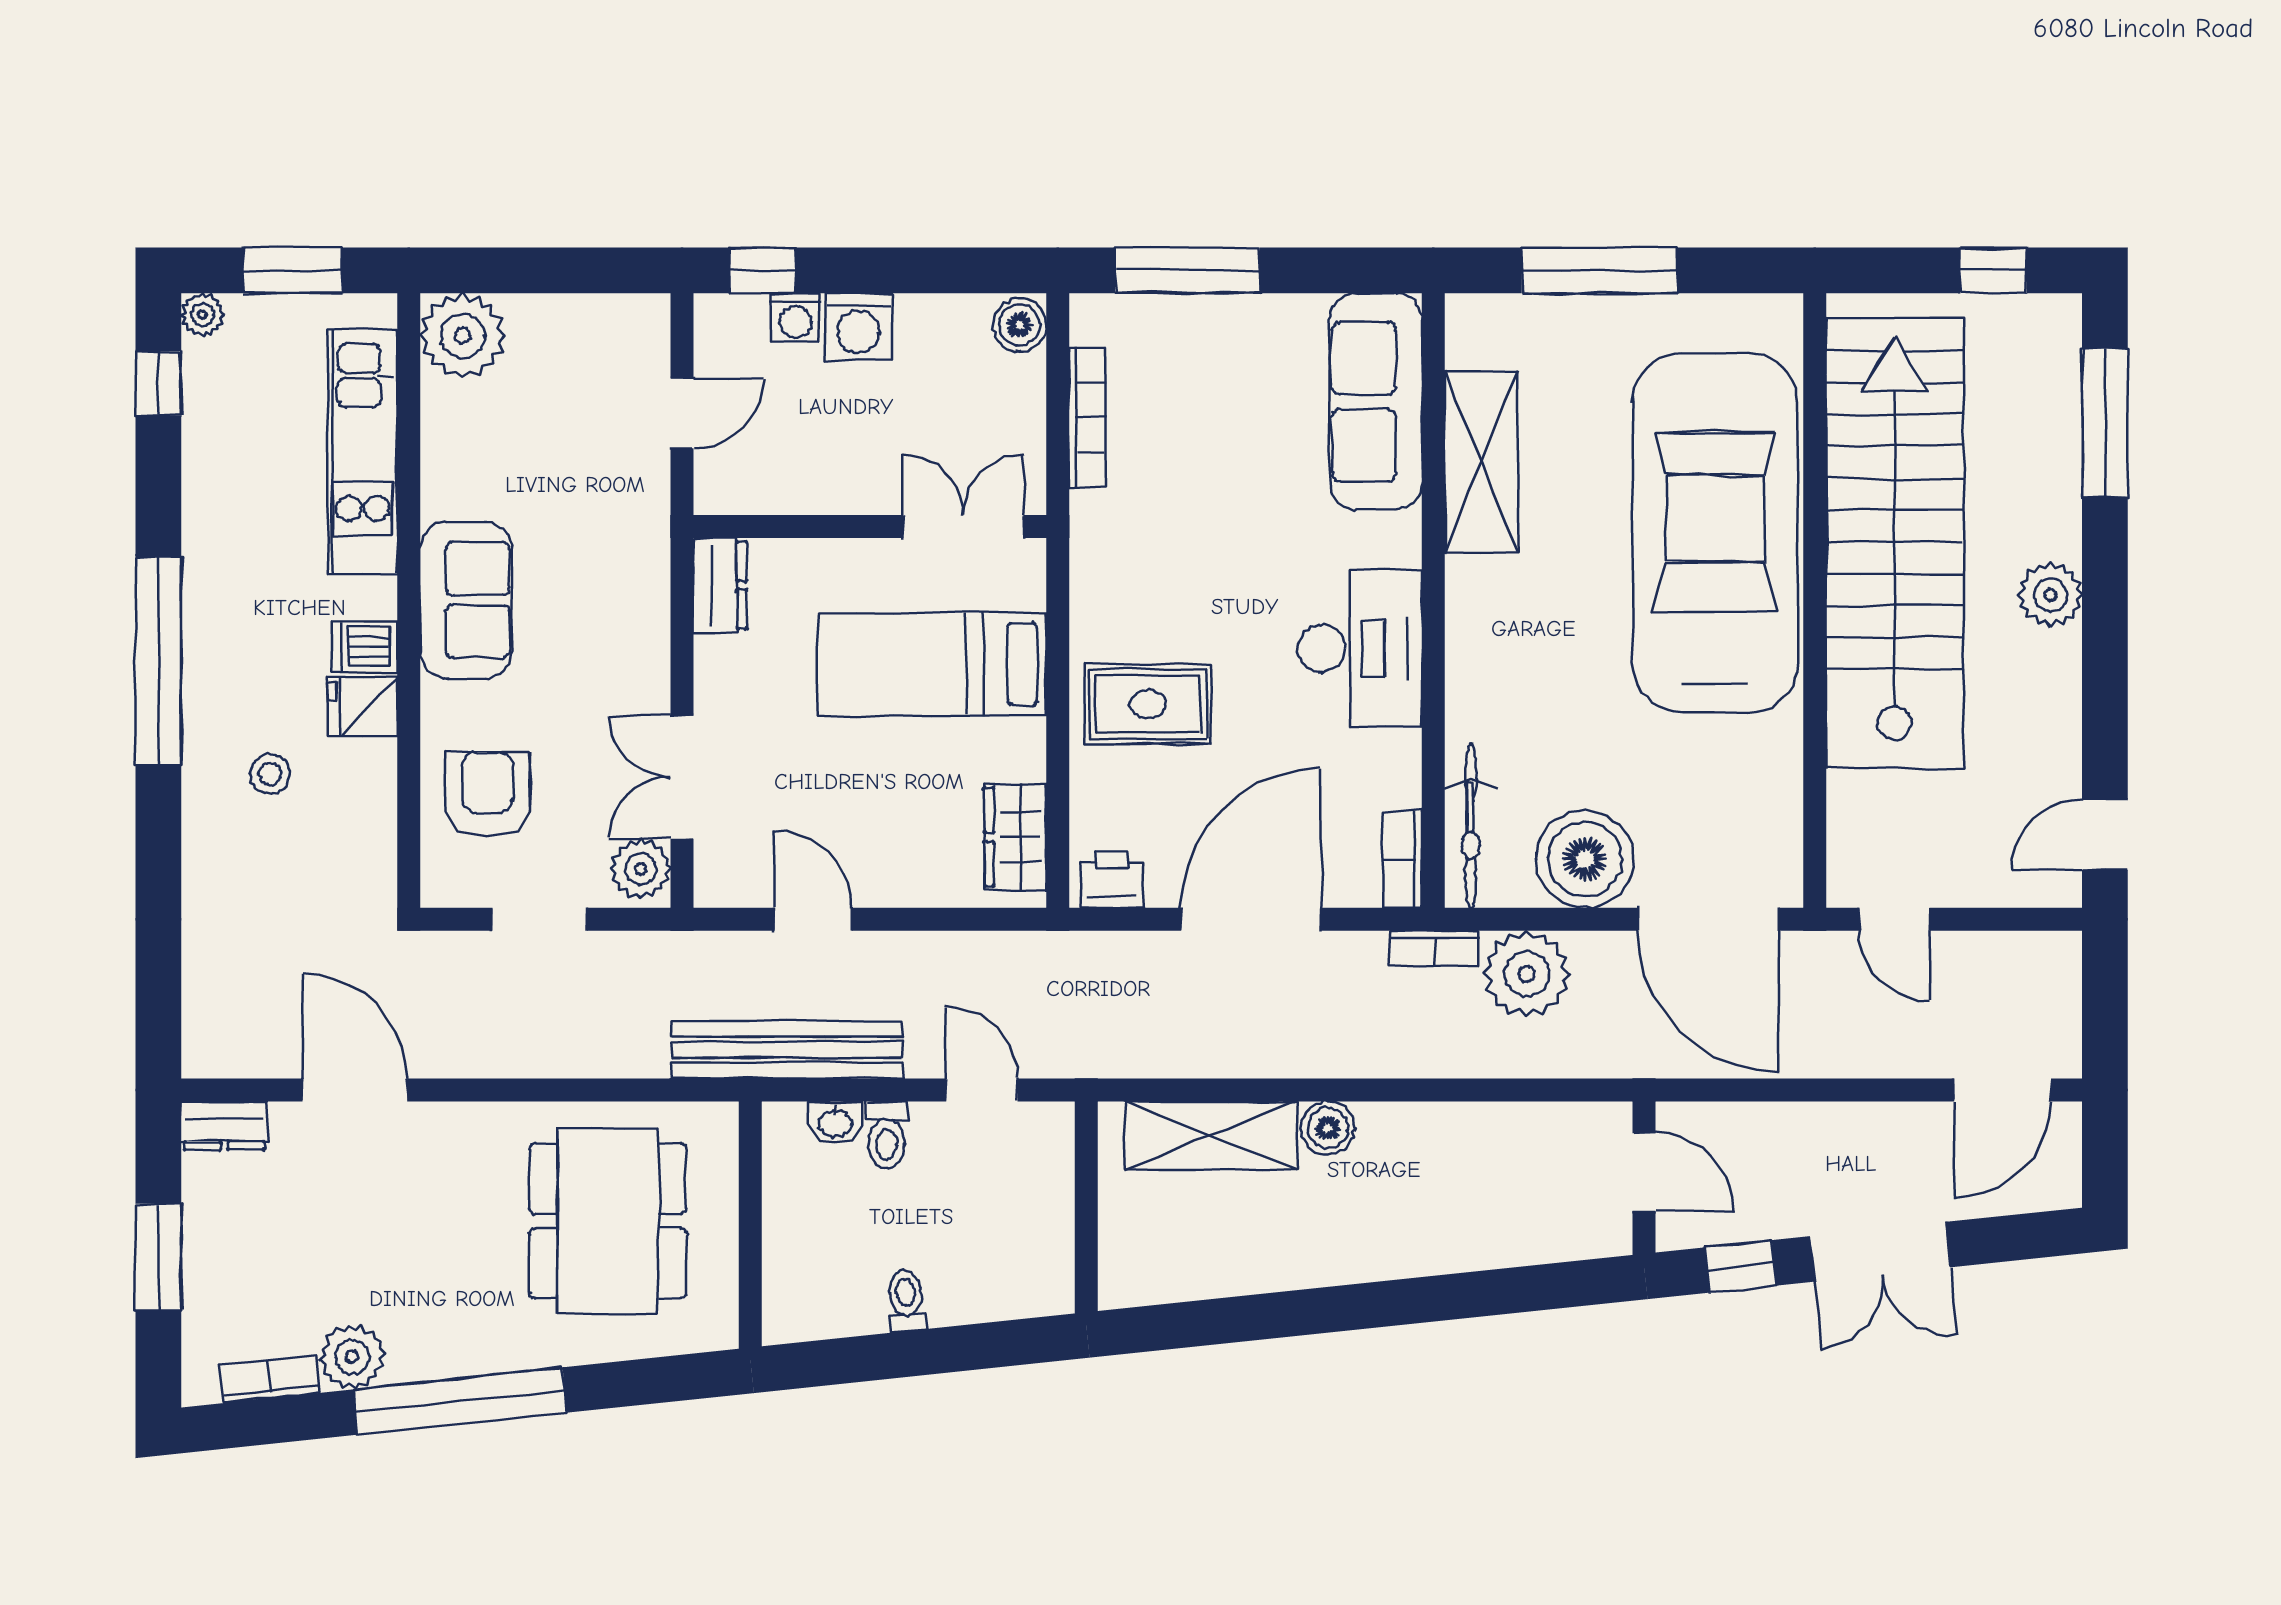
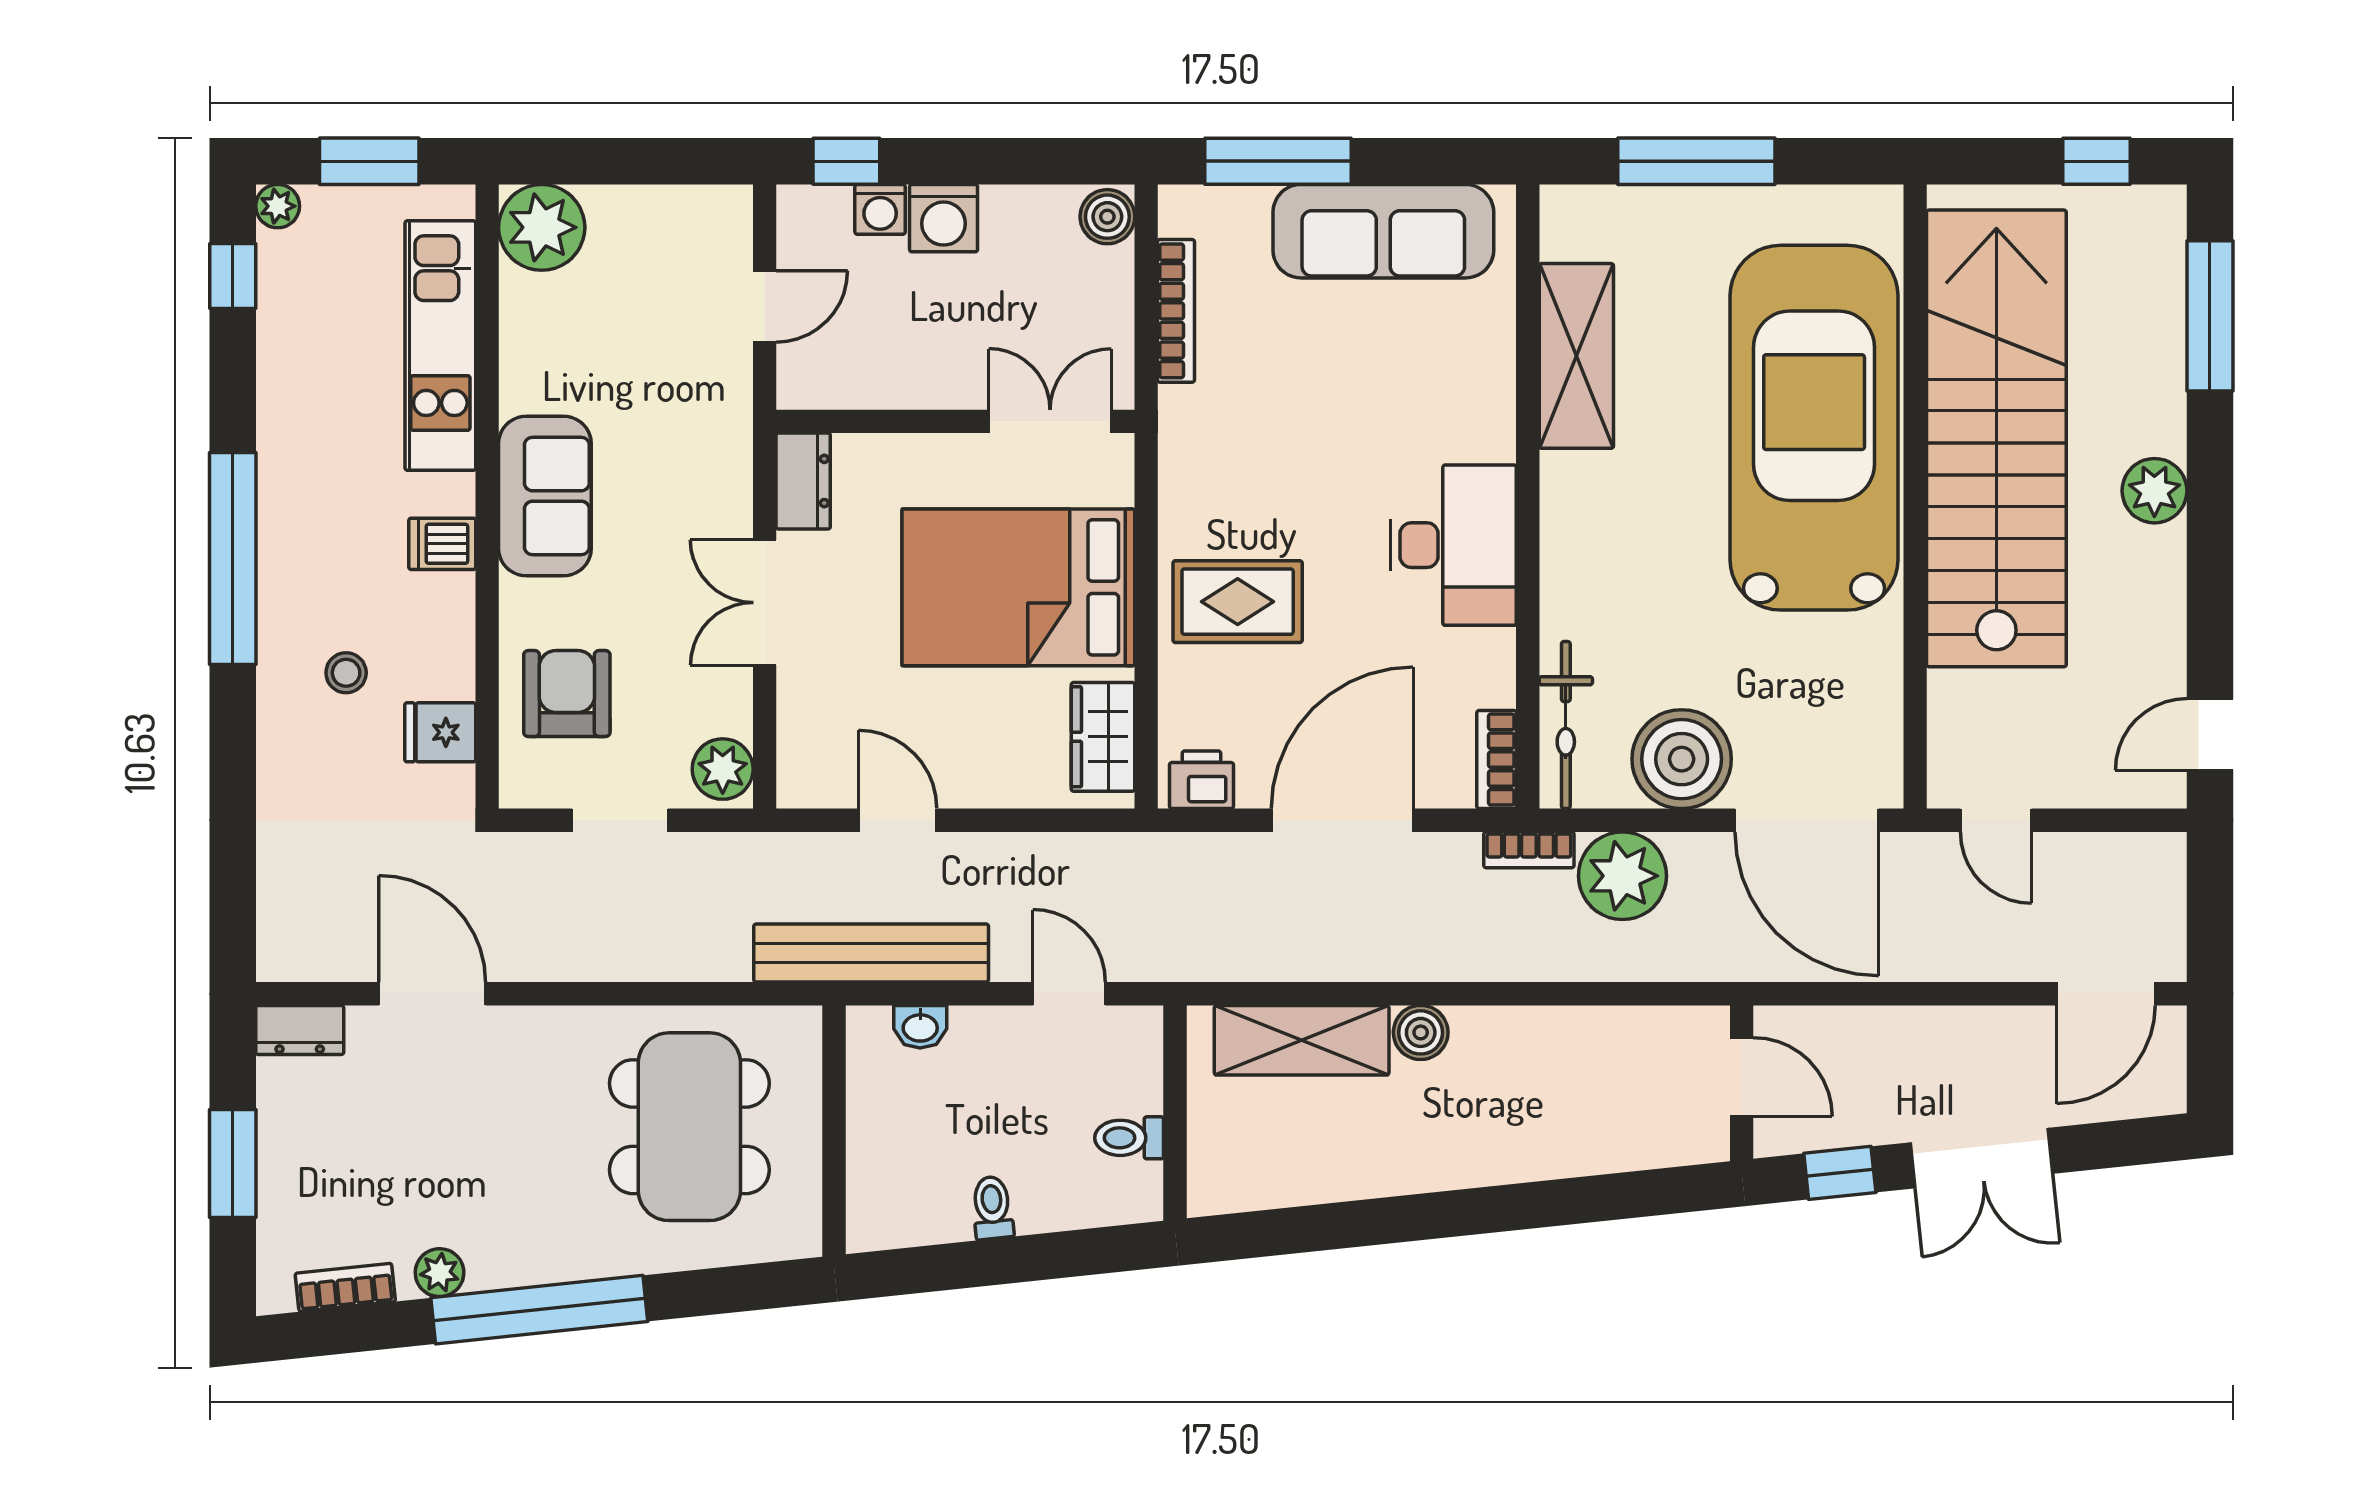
sofa: (1376, 402) -> (1383, 231), moved, turned -90
bed: (932, 664) -> (1018, 587), width x1.50
fridge: (363, 706) -> (440, 732), moved
double door: (682, 777) -> (765, 603), moved
toilet: (887, 1135) -> (1129, 1138), moved, turned 90
plant: (352, 1357) -> (440, 1273), width x0.73, depth x0.73

